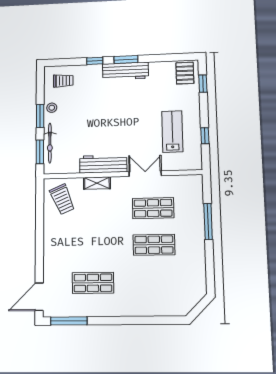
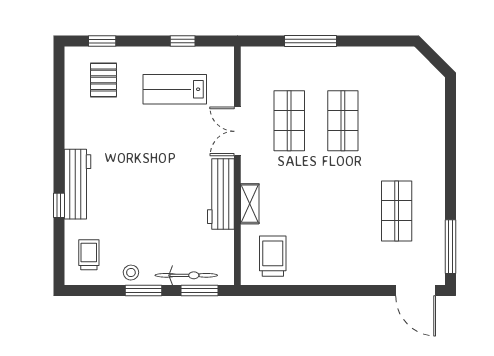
window: (126, 59) -> (59, 157), removed
workbench: (125, 71) -> (77, 184), moved
pallet: (185, 73) -> (103, 80), moved, turned 90
trolley: (62, 199) -> (273, 256), turned -67

